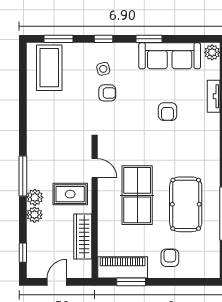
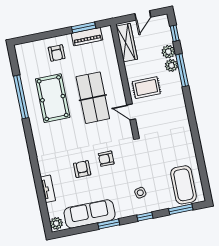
armchair: (107, 93) -> (106, 159), moved
window: (23, 176) -> (182, 70), moved
plant: (35, 197) -> (168, 52), moved
wardrobe: (83, 237) -> (127, 43), moved
piano: (123, 267) -> (87, 37), width x0.73, depth x0.75

